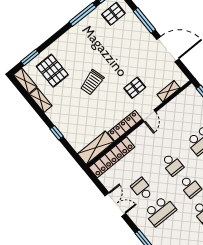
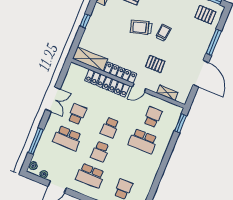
trolley: (109, 64) -> (163, 33), added
school desk: (184, 118) -> (153, 117), added
locker: (112, 157) -> (107, 83), moved

